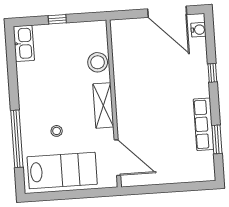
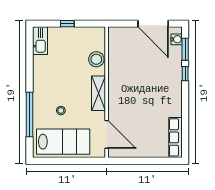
row of seats: (204, 124) -> (176, 137), moved
window: (217, 139) -> (185, 49), moved

